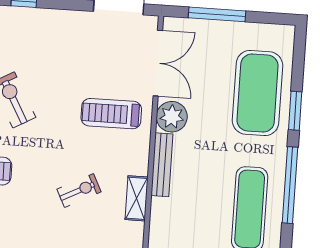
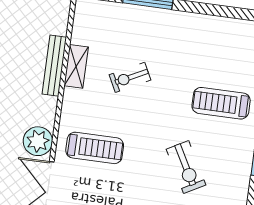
bench: (162, 165) -> (54, 66), moved

